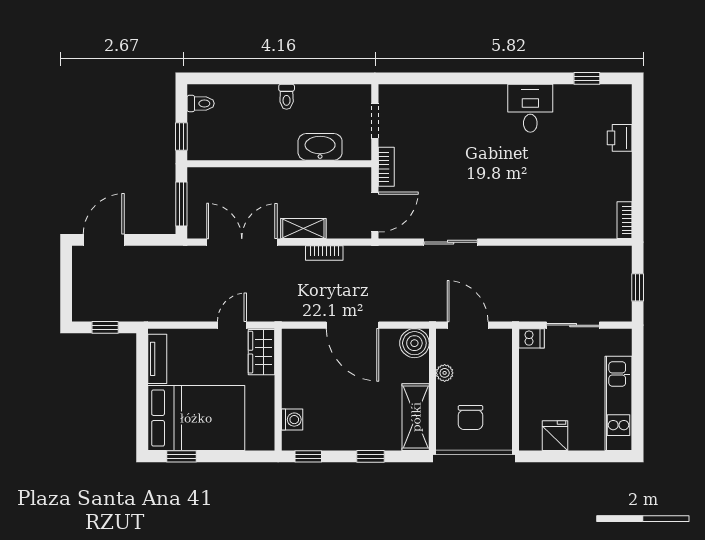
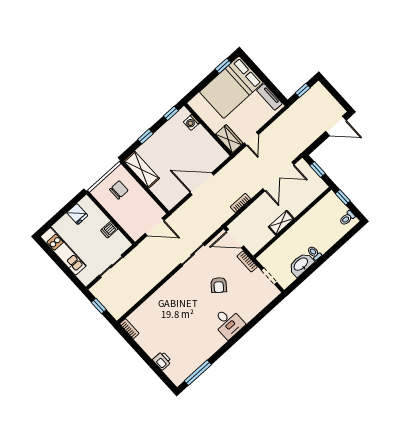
window: (587, 78) -> (198, 373), width x2.17
desk: (530, 108) -> (228, 323), moved
washbasin: (320, 147) -> (301, 264), moved, turned 180
armchair: (453, 170) -> (219, 285), added
window: (181, 204) -> (317, 170), width x0.67
door: (375, 212) -> (235, 239), hinge flipped
shelving: (303, 229) -> (281, 223), moved
door: (104, 240) -> (336, 126), hinge flipped
dishwasher: (532, 338) -> (109, 230), moved
boiler: (414, 343) -> (170, 200), removed
plant: (445, 373) -> (146, 199), removed
chair: (470, 418) -> (119, 190), turned 90

